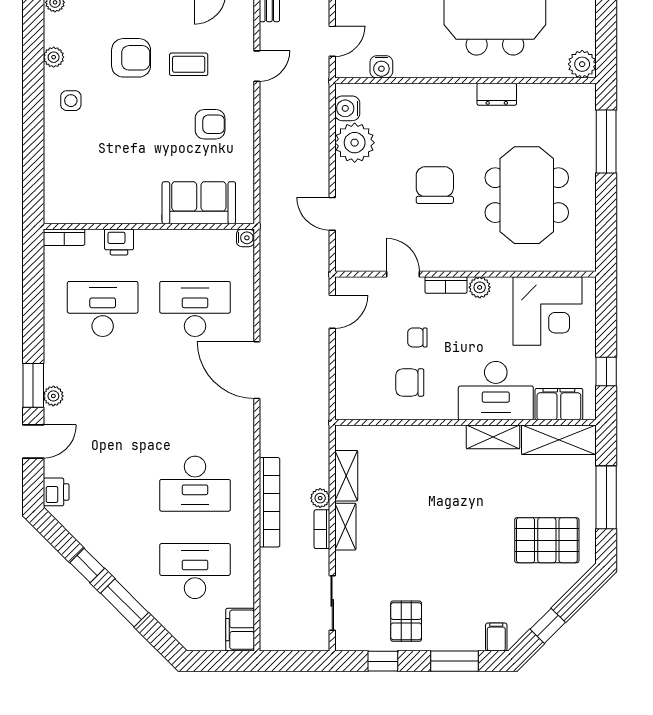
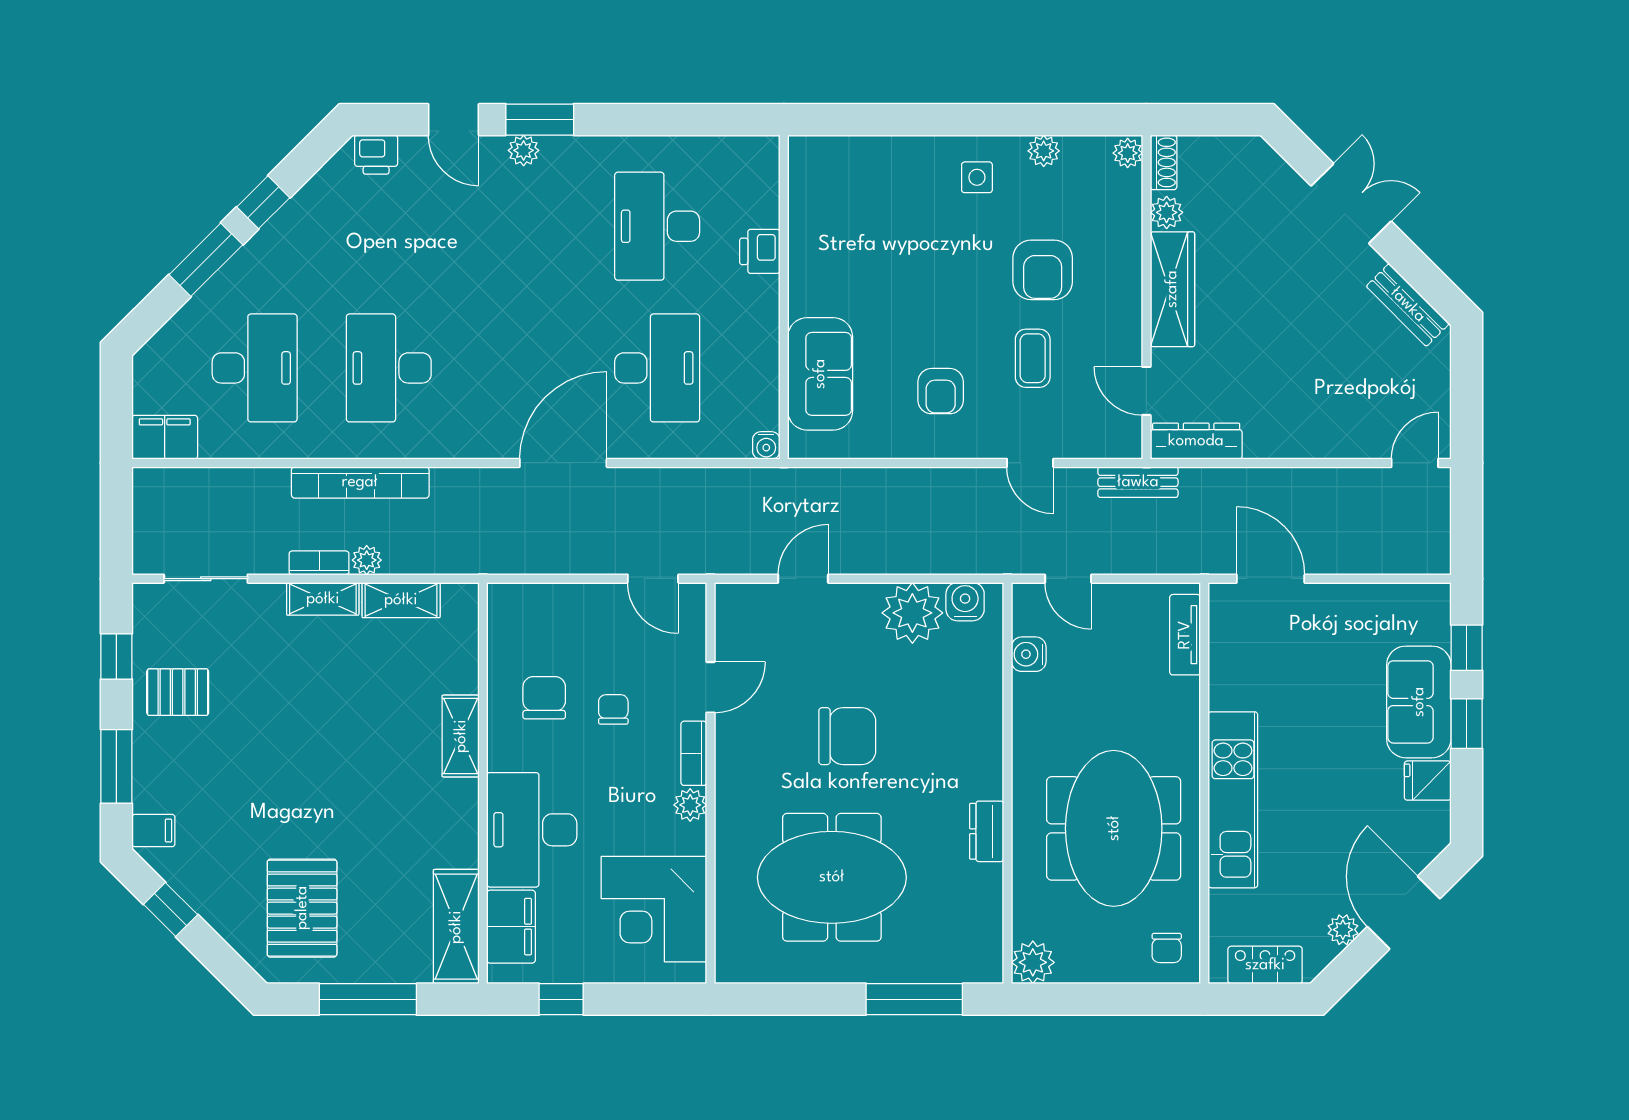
bookcase: (64, 237) -> (767, 167), removed
desk: (103, 309) -> (657, 226), turned 180
shelving: (493, 437) -> (461, 736), moved

